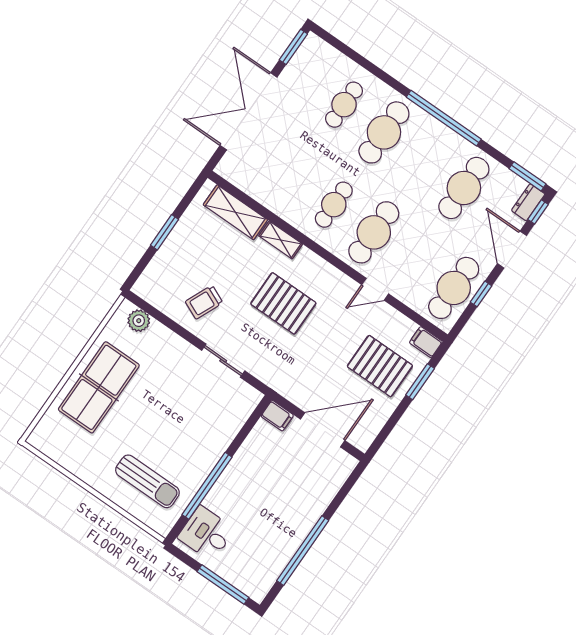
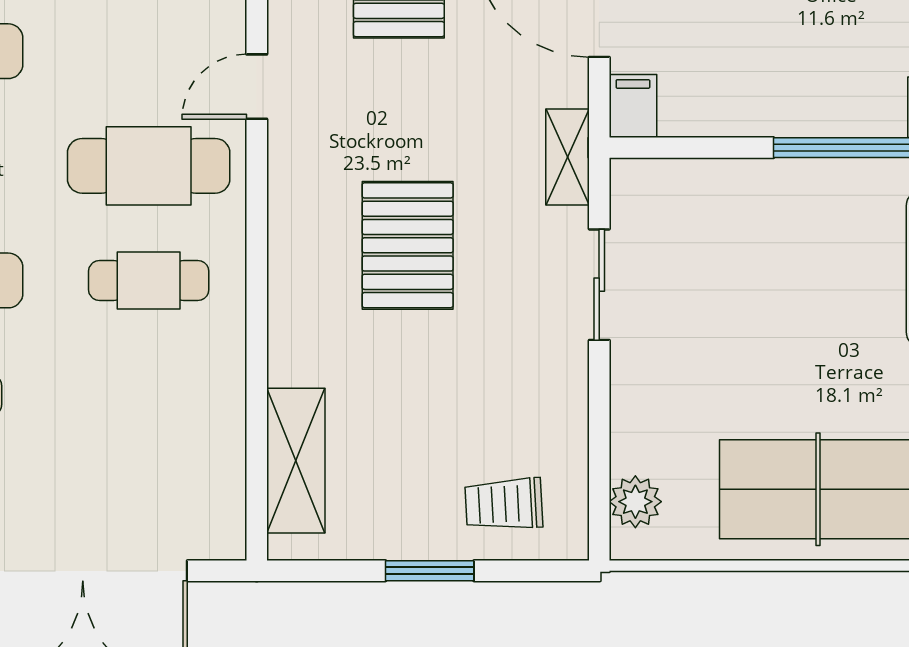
shelving: (281, 240) -> (567, 157), moved
door: (375, 289) -> (257, 87), swing flipped
trolley: (204, 302) -> (504, 504), moved, turned 153

